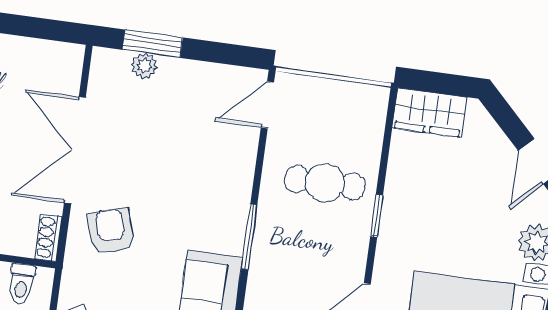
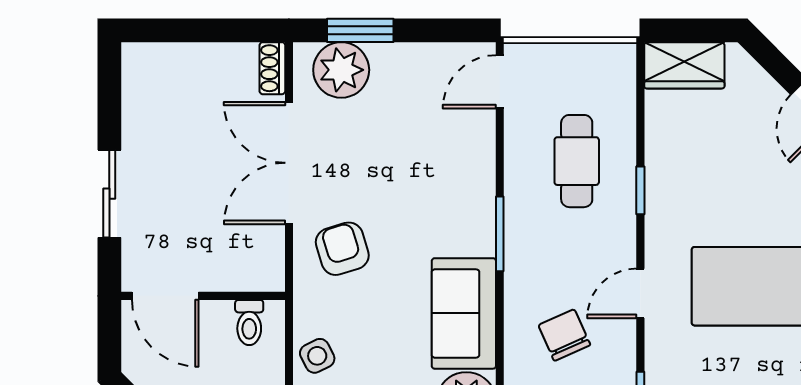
plant: (144, 66) -> (341, 70), width x1.88, depth x1.88
cafe table: (325, 183) -> (577, 161), turned 90
shoe rack: (48, 238) -> (272, 68), moved

